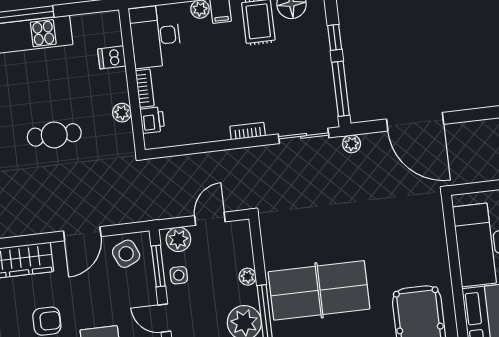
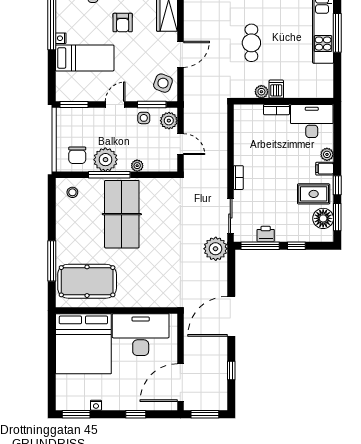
dishwasher: (112, 57) -> (276, 89), moved
printer: (152, 120) -> (266, 234), moved, turned 180
door: (415, 122) -> (231, 316), moved
plant: (352, 144) -> (216, 249), width x1.87, depth x1.87
door: (82, 234) -> (180, 54), swing flipped
side table: (126, 254) -> (163, 83), turned 45

